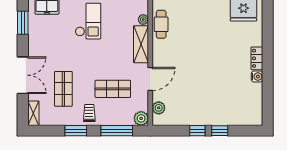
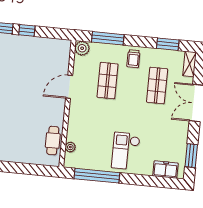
shelving: (141, 44) -> (75, 122), removed
shop shelf: (113, 89) -> (108, 81), turned 90
plant: (159, 108) -> (64, 57), removed
window: (76, 131) -> (168, 44), moved

